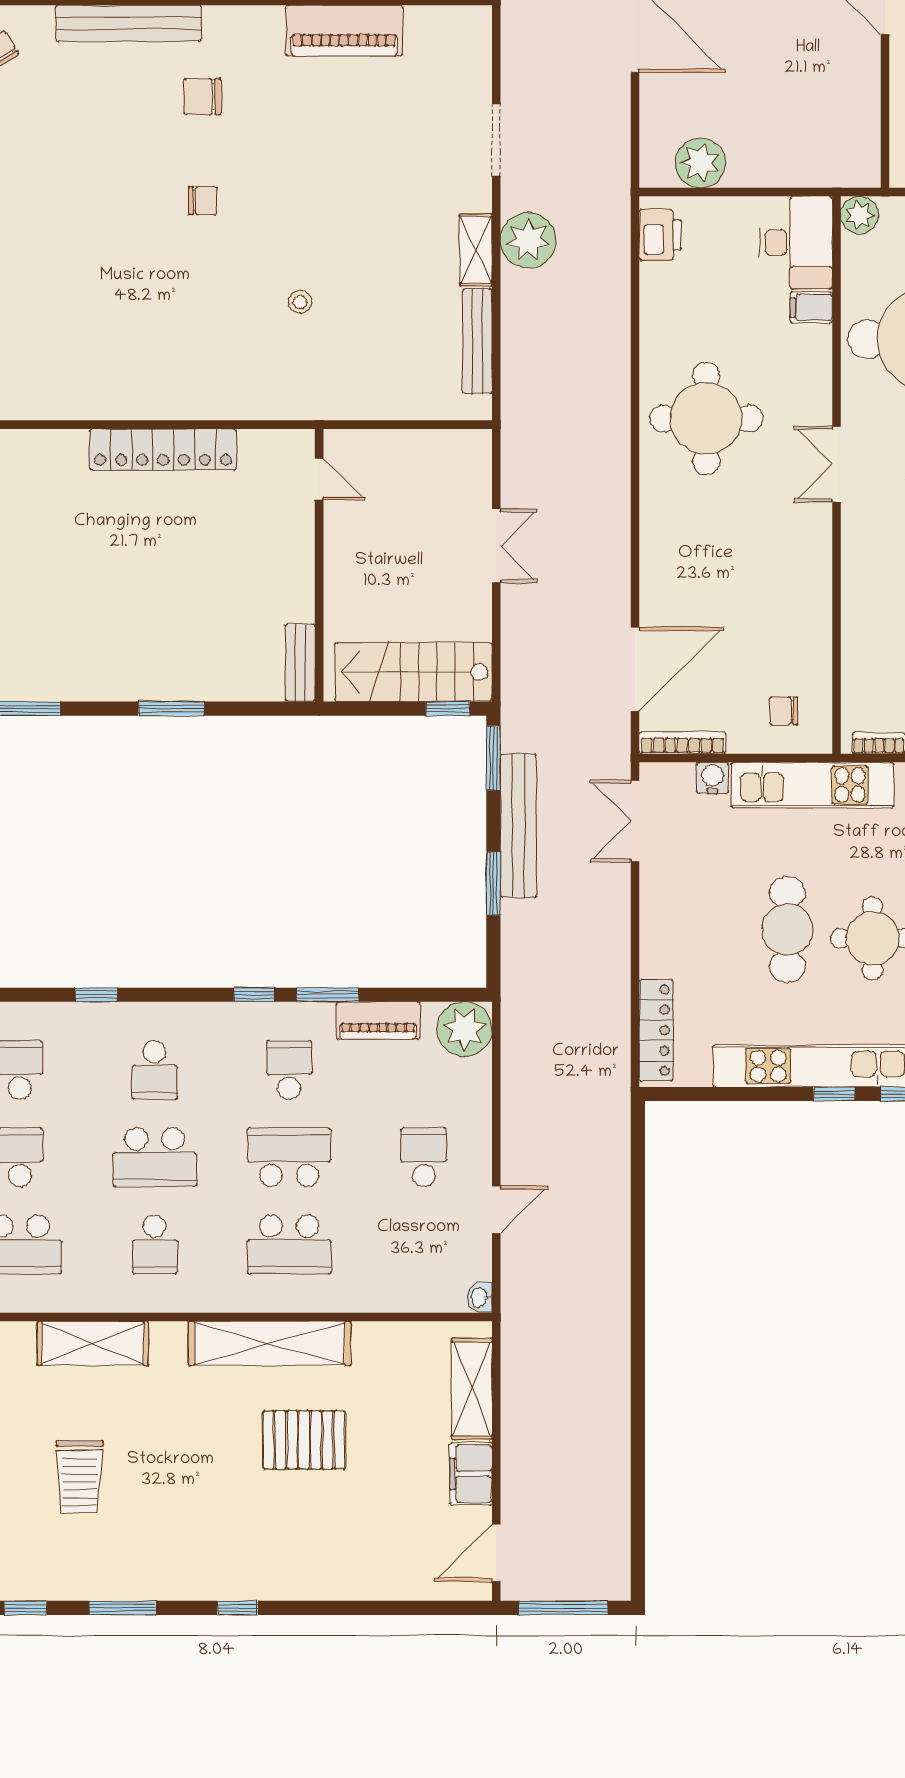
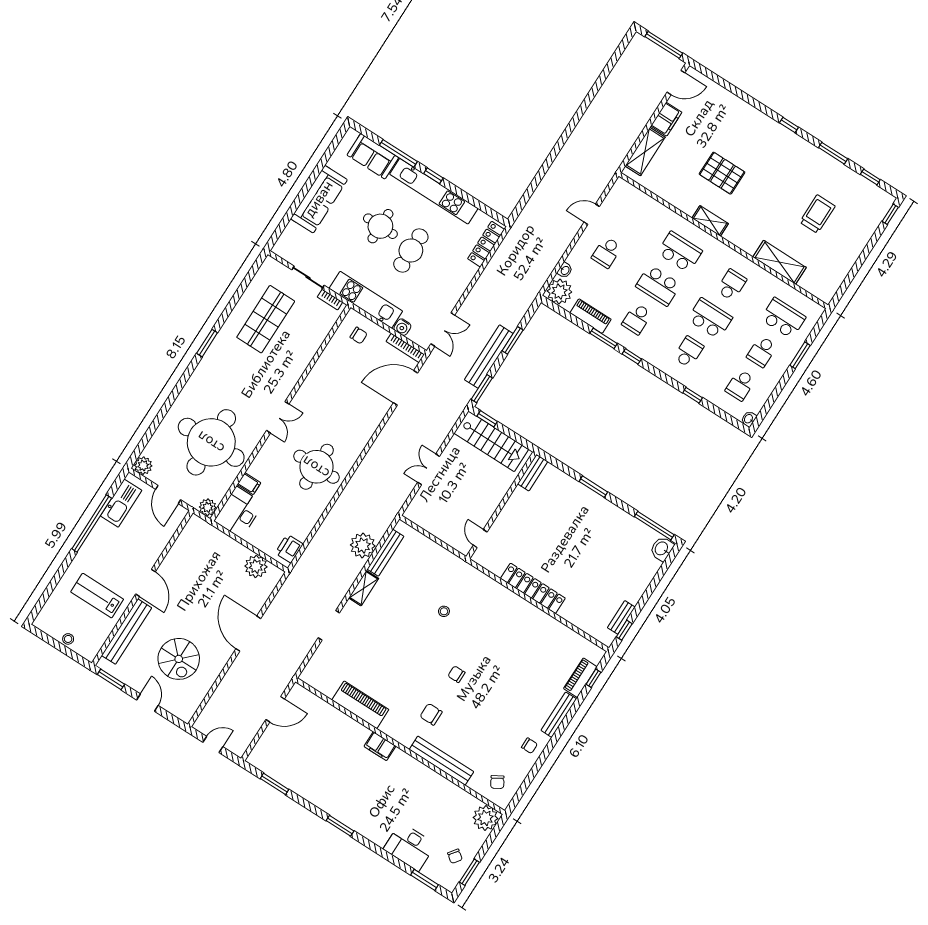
chair: (202, 97) -> (431, 714), turned 180
plant: (528, 240) -> (363, 545), moved
washbasin: (480, 1298) -> (565, 270), moved
shelving: (270, 1343) -> (710, 221), width x0.45, depth x0.75

